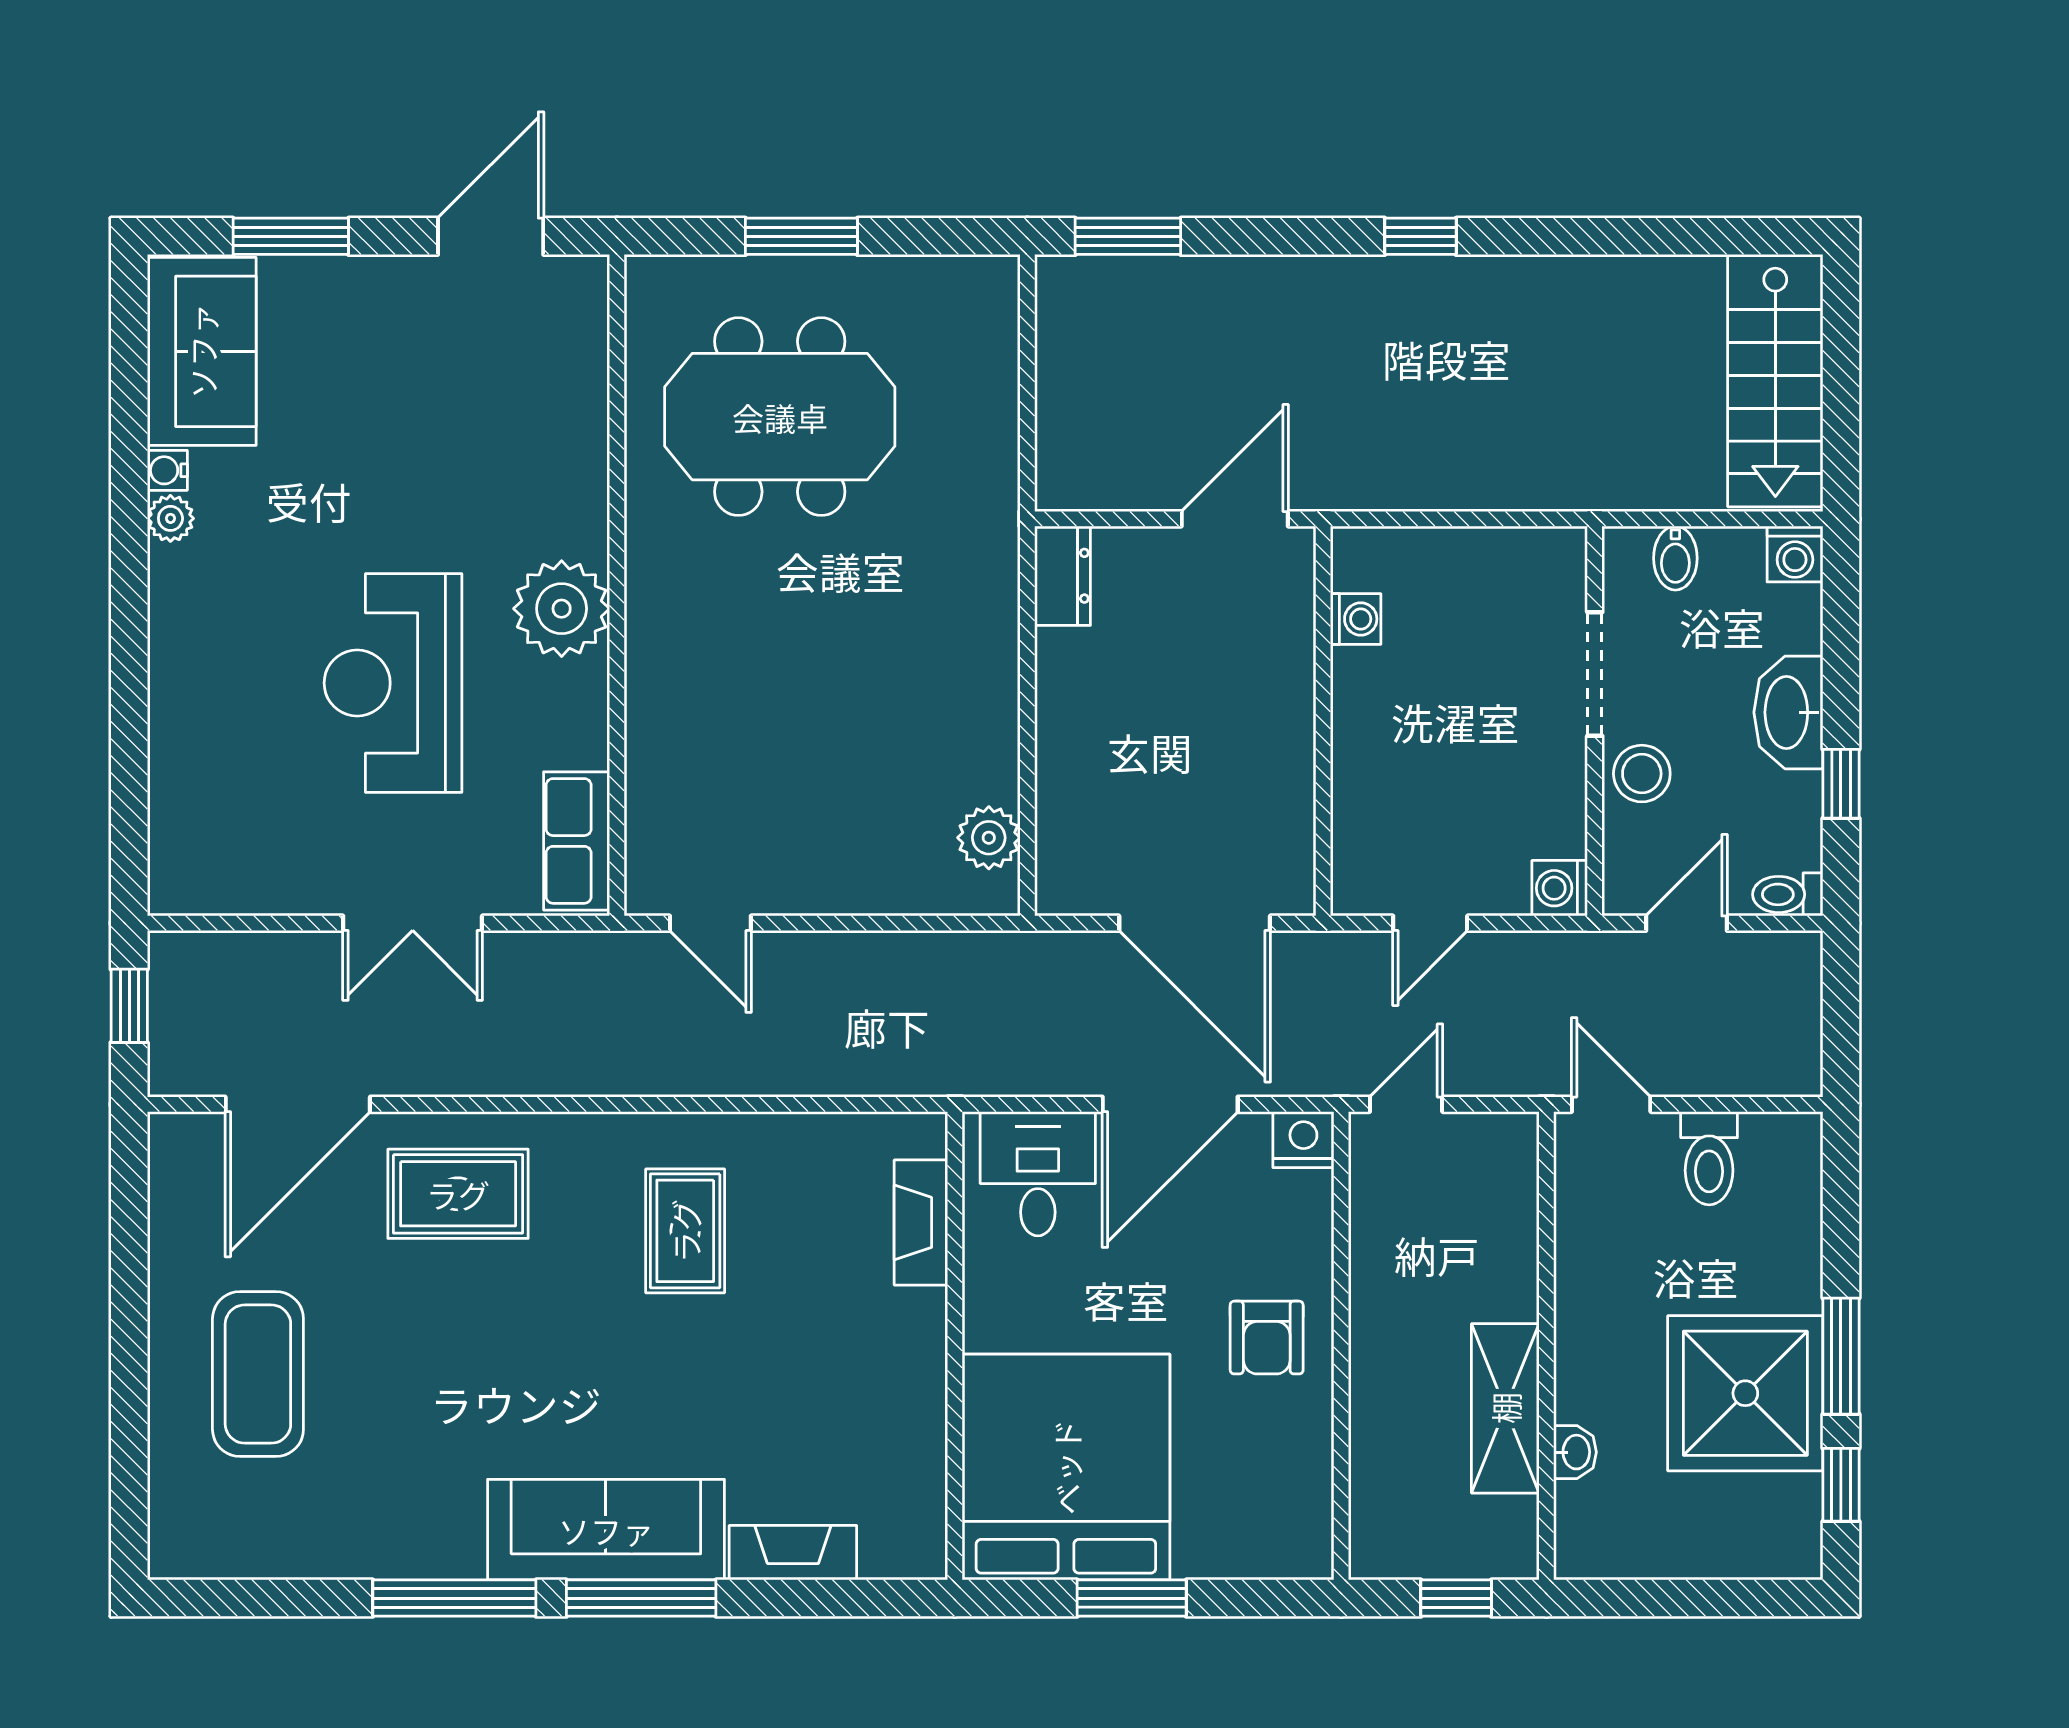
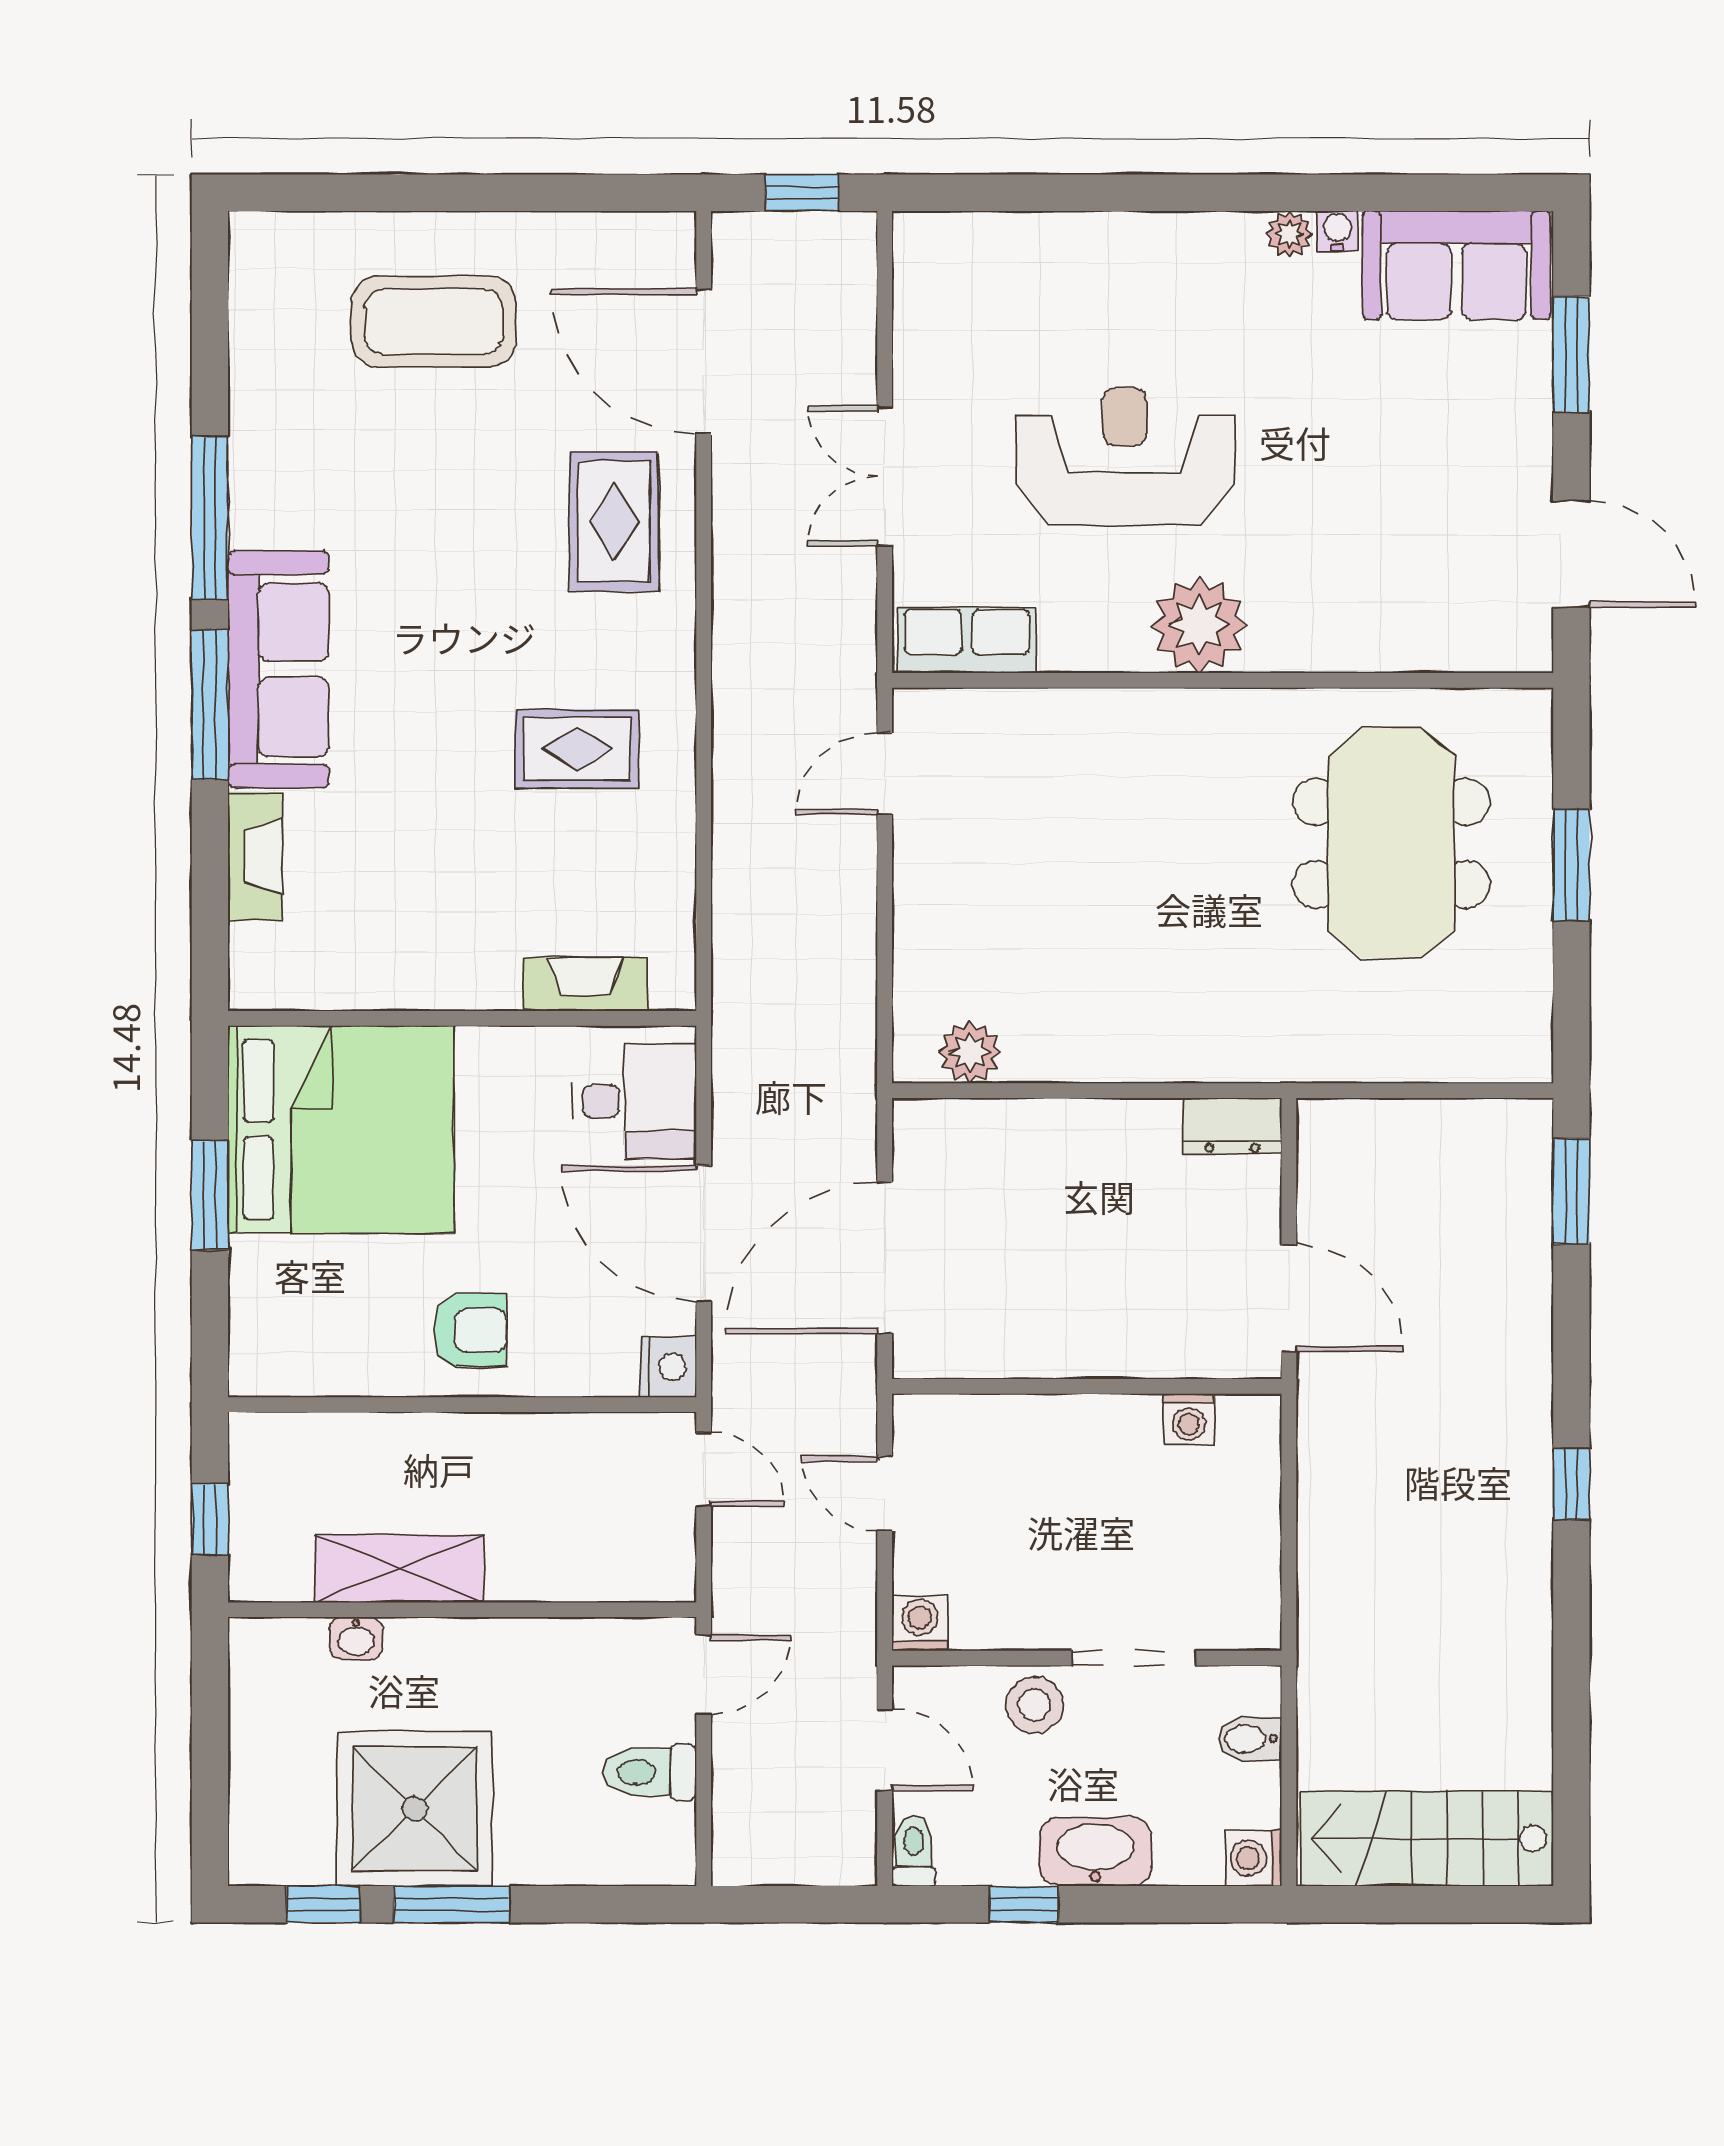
armchair: (1267, 1338) -> (470, 1330), turned 180

